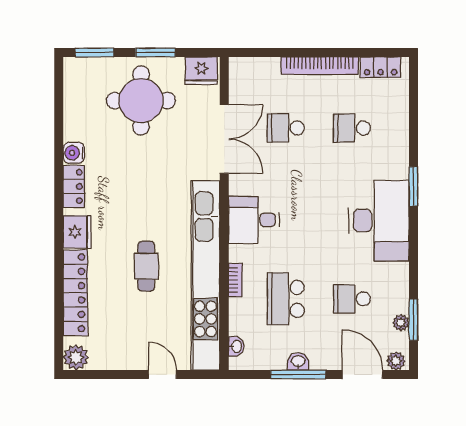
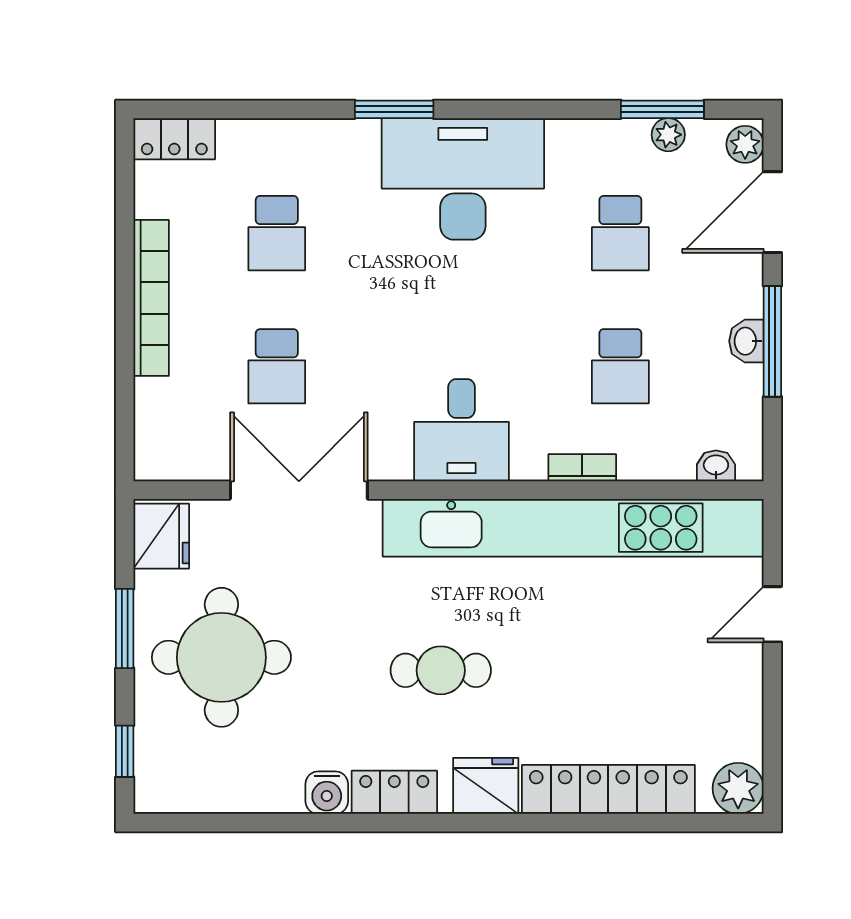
window: (94, 52) -> (125, 751), width x0.67
locker: (381, 67) -> (174, 139), moved, turned 90
cafe table: (146, 266) -> (441, 670), moved
school desk: (286, 299) -> (620, 366), width x0.54

